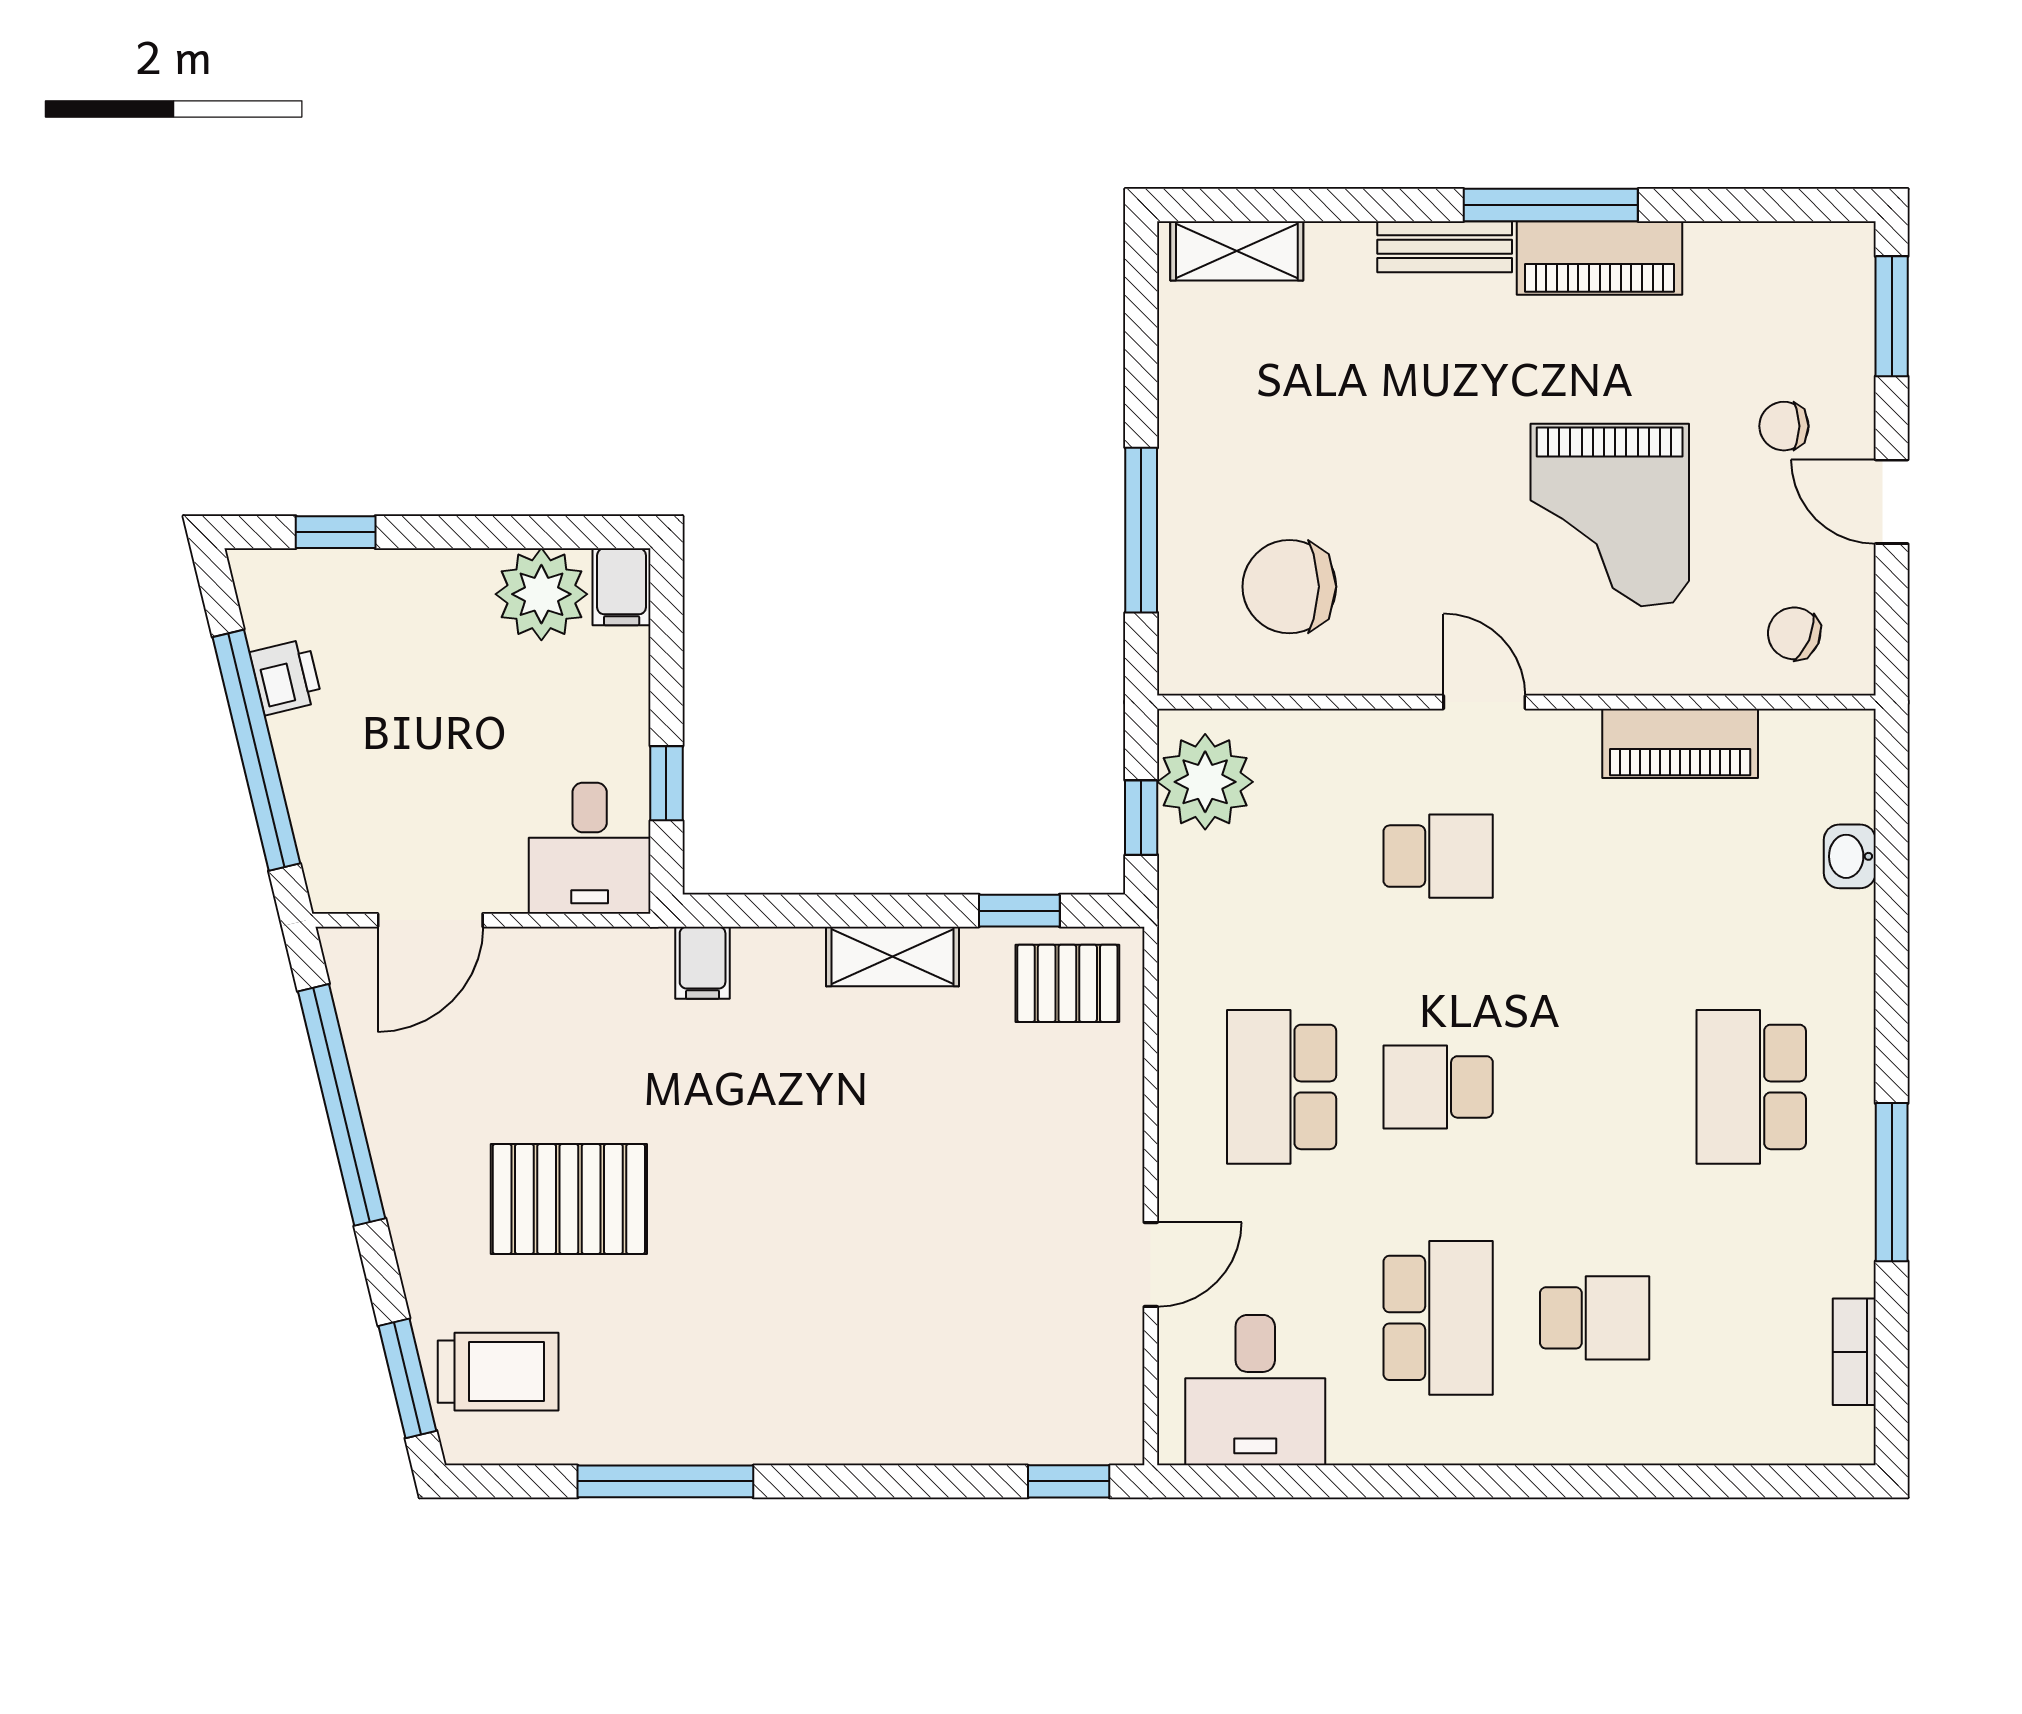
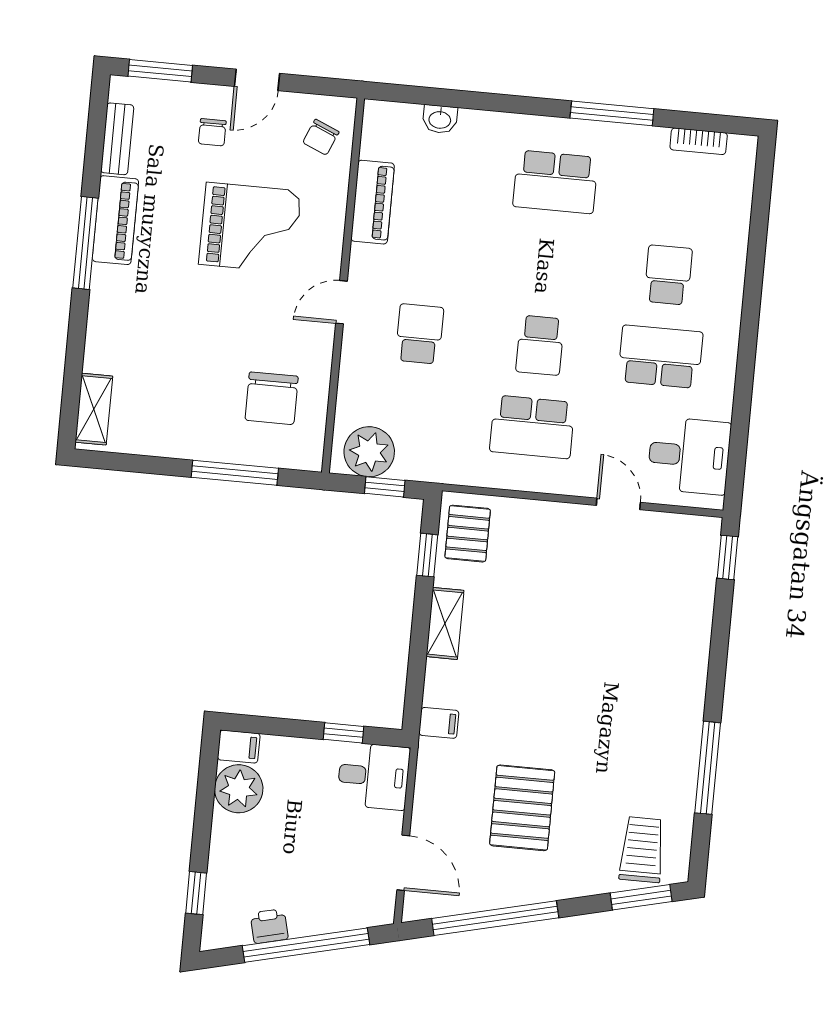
bench: (1445, 247) -> (117, 139), moved
pallet: (569, 1199) -> (522, 808), moved

